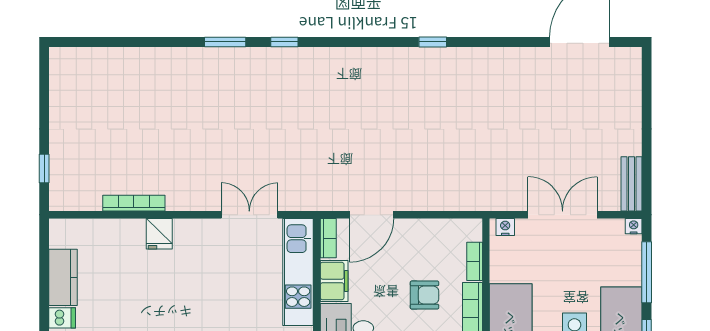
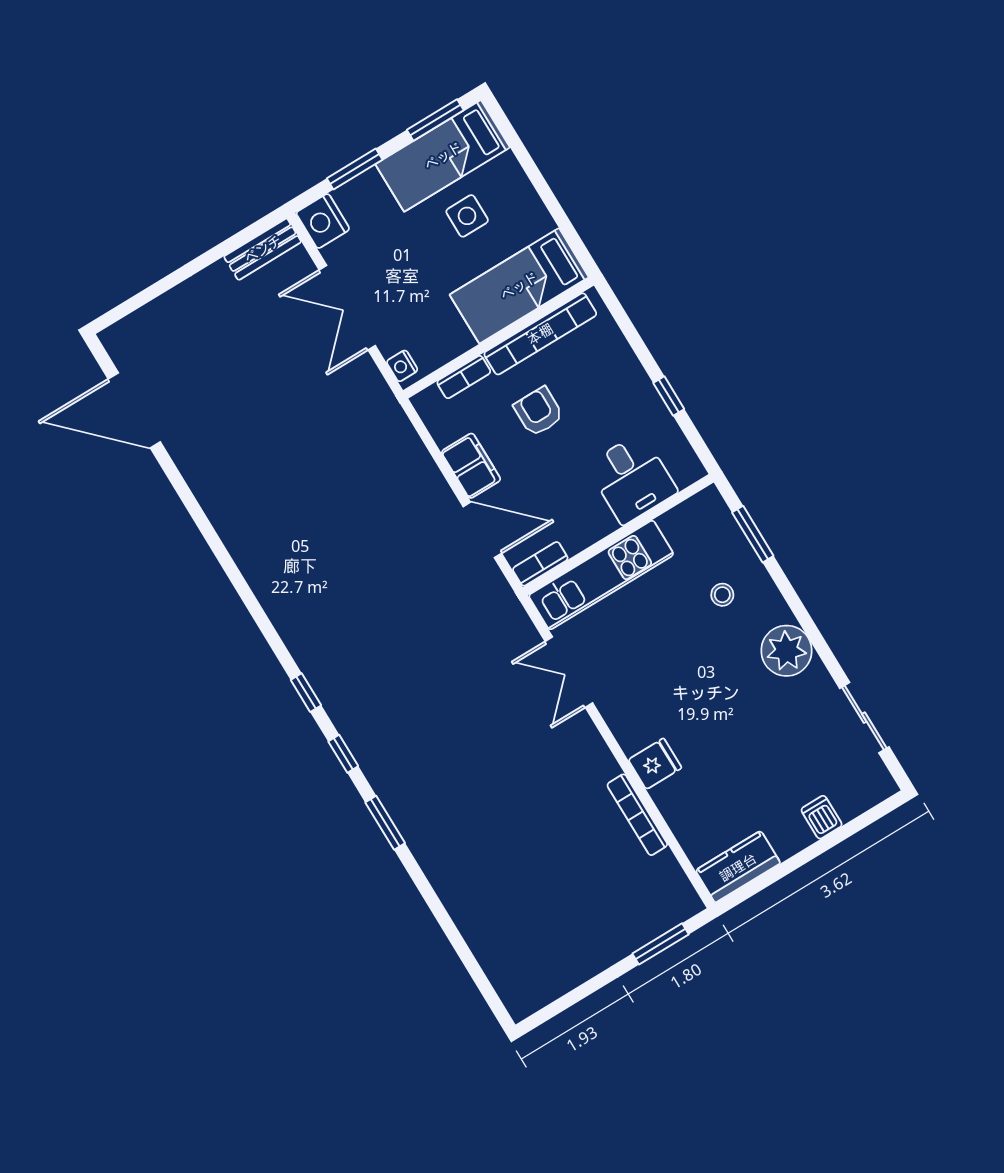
window: (433, 42) -> (306, 693), moved
window: (44, 168) -> (661, 944), width x1.50
nightstand: (634, 226) -> (323, 221), width x1.89, depth x1.79
window: (647, 272) -> (355, 169), width x0.69
kitchen counter: (63, 277) -> (738, 867), moved
filing cabinet: (334, 281) -> (471, 466), moved, turned 90

